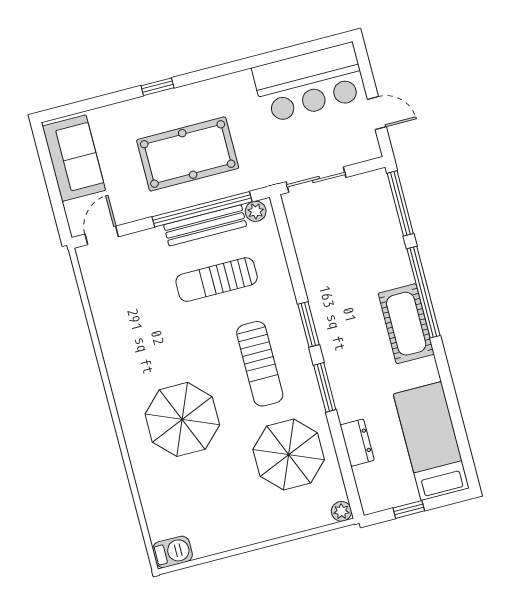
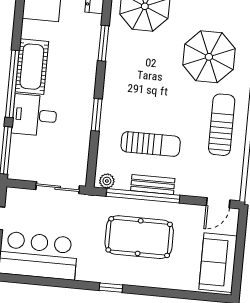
window: (157, 87) -> (111, 288), moved
bench: (205, 225) -> (153, 185), width x0.73
desk: (380, 262) -> (35, 115), added
window: (308, 324) -> (97, 115), moved
sun lounger: (260, 364) -> (222, 125), moved

